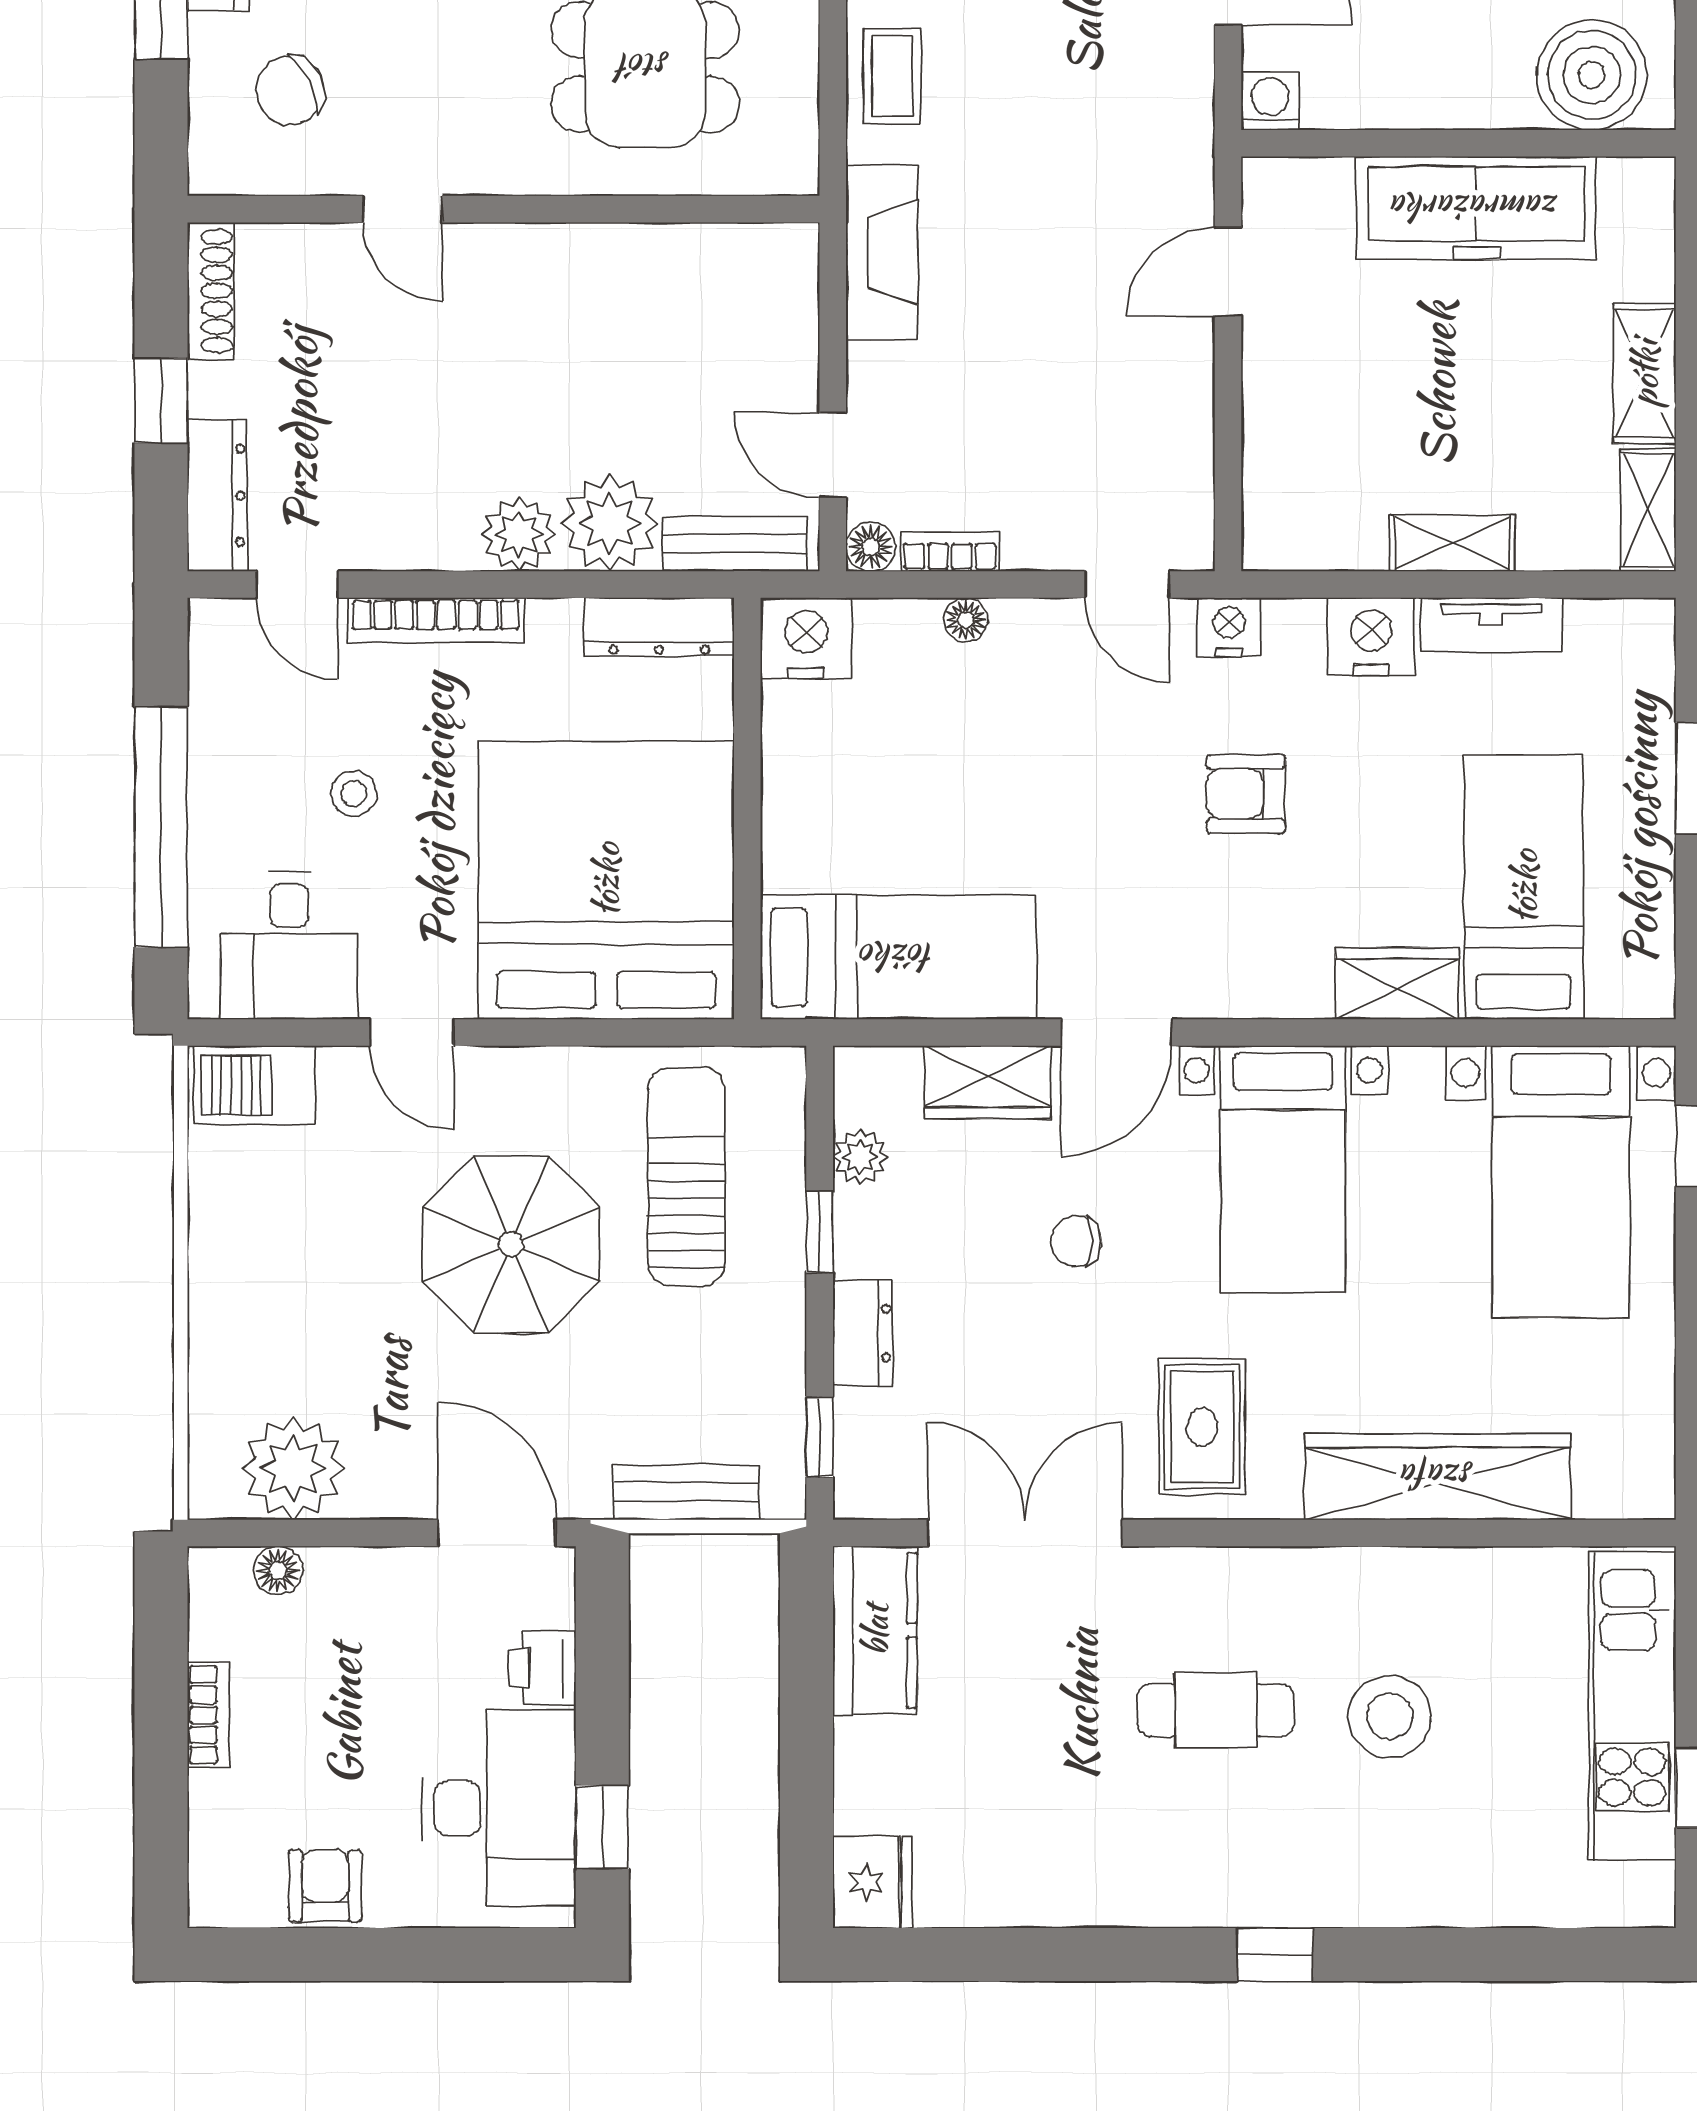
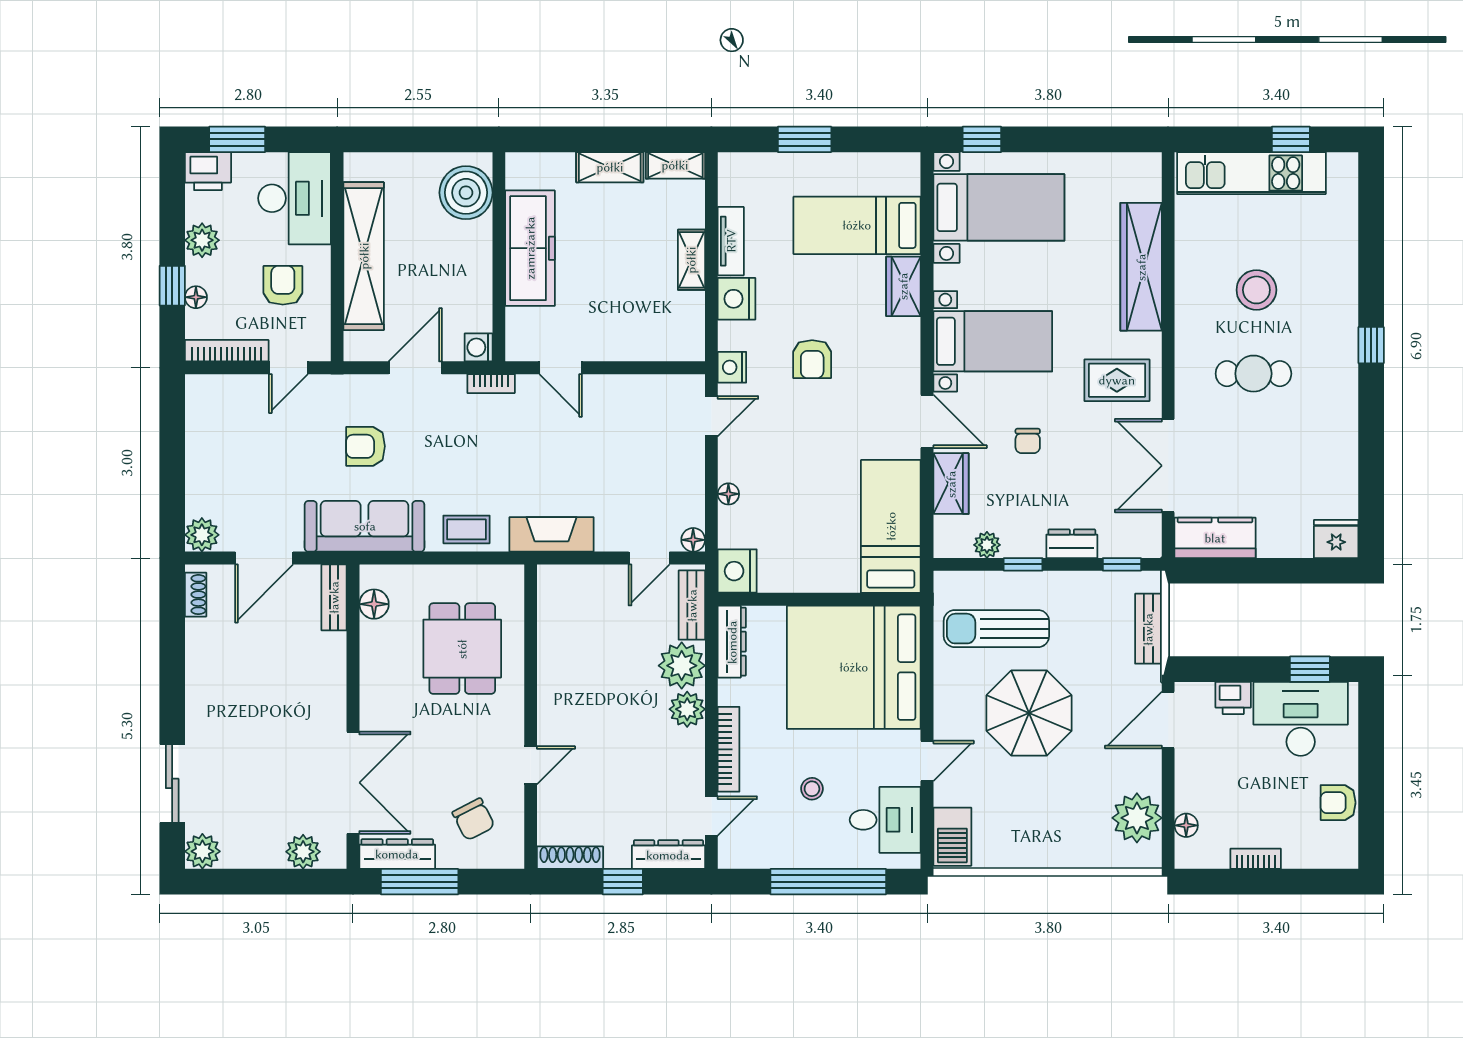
bookcase: (950, 552) -> (491, 384), moved, turned -90
cafe table: (1216, 1710) -> (1253, 374), turned 90

